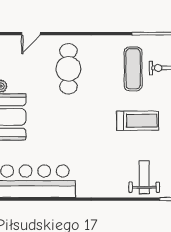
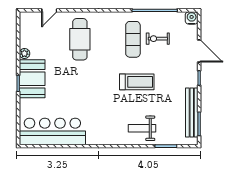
weight bench: (144, 177) -> (142, 128), turned -90

